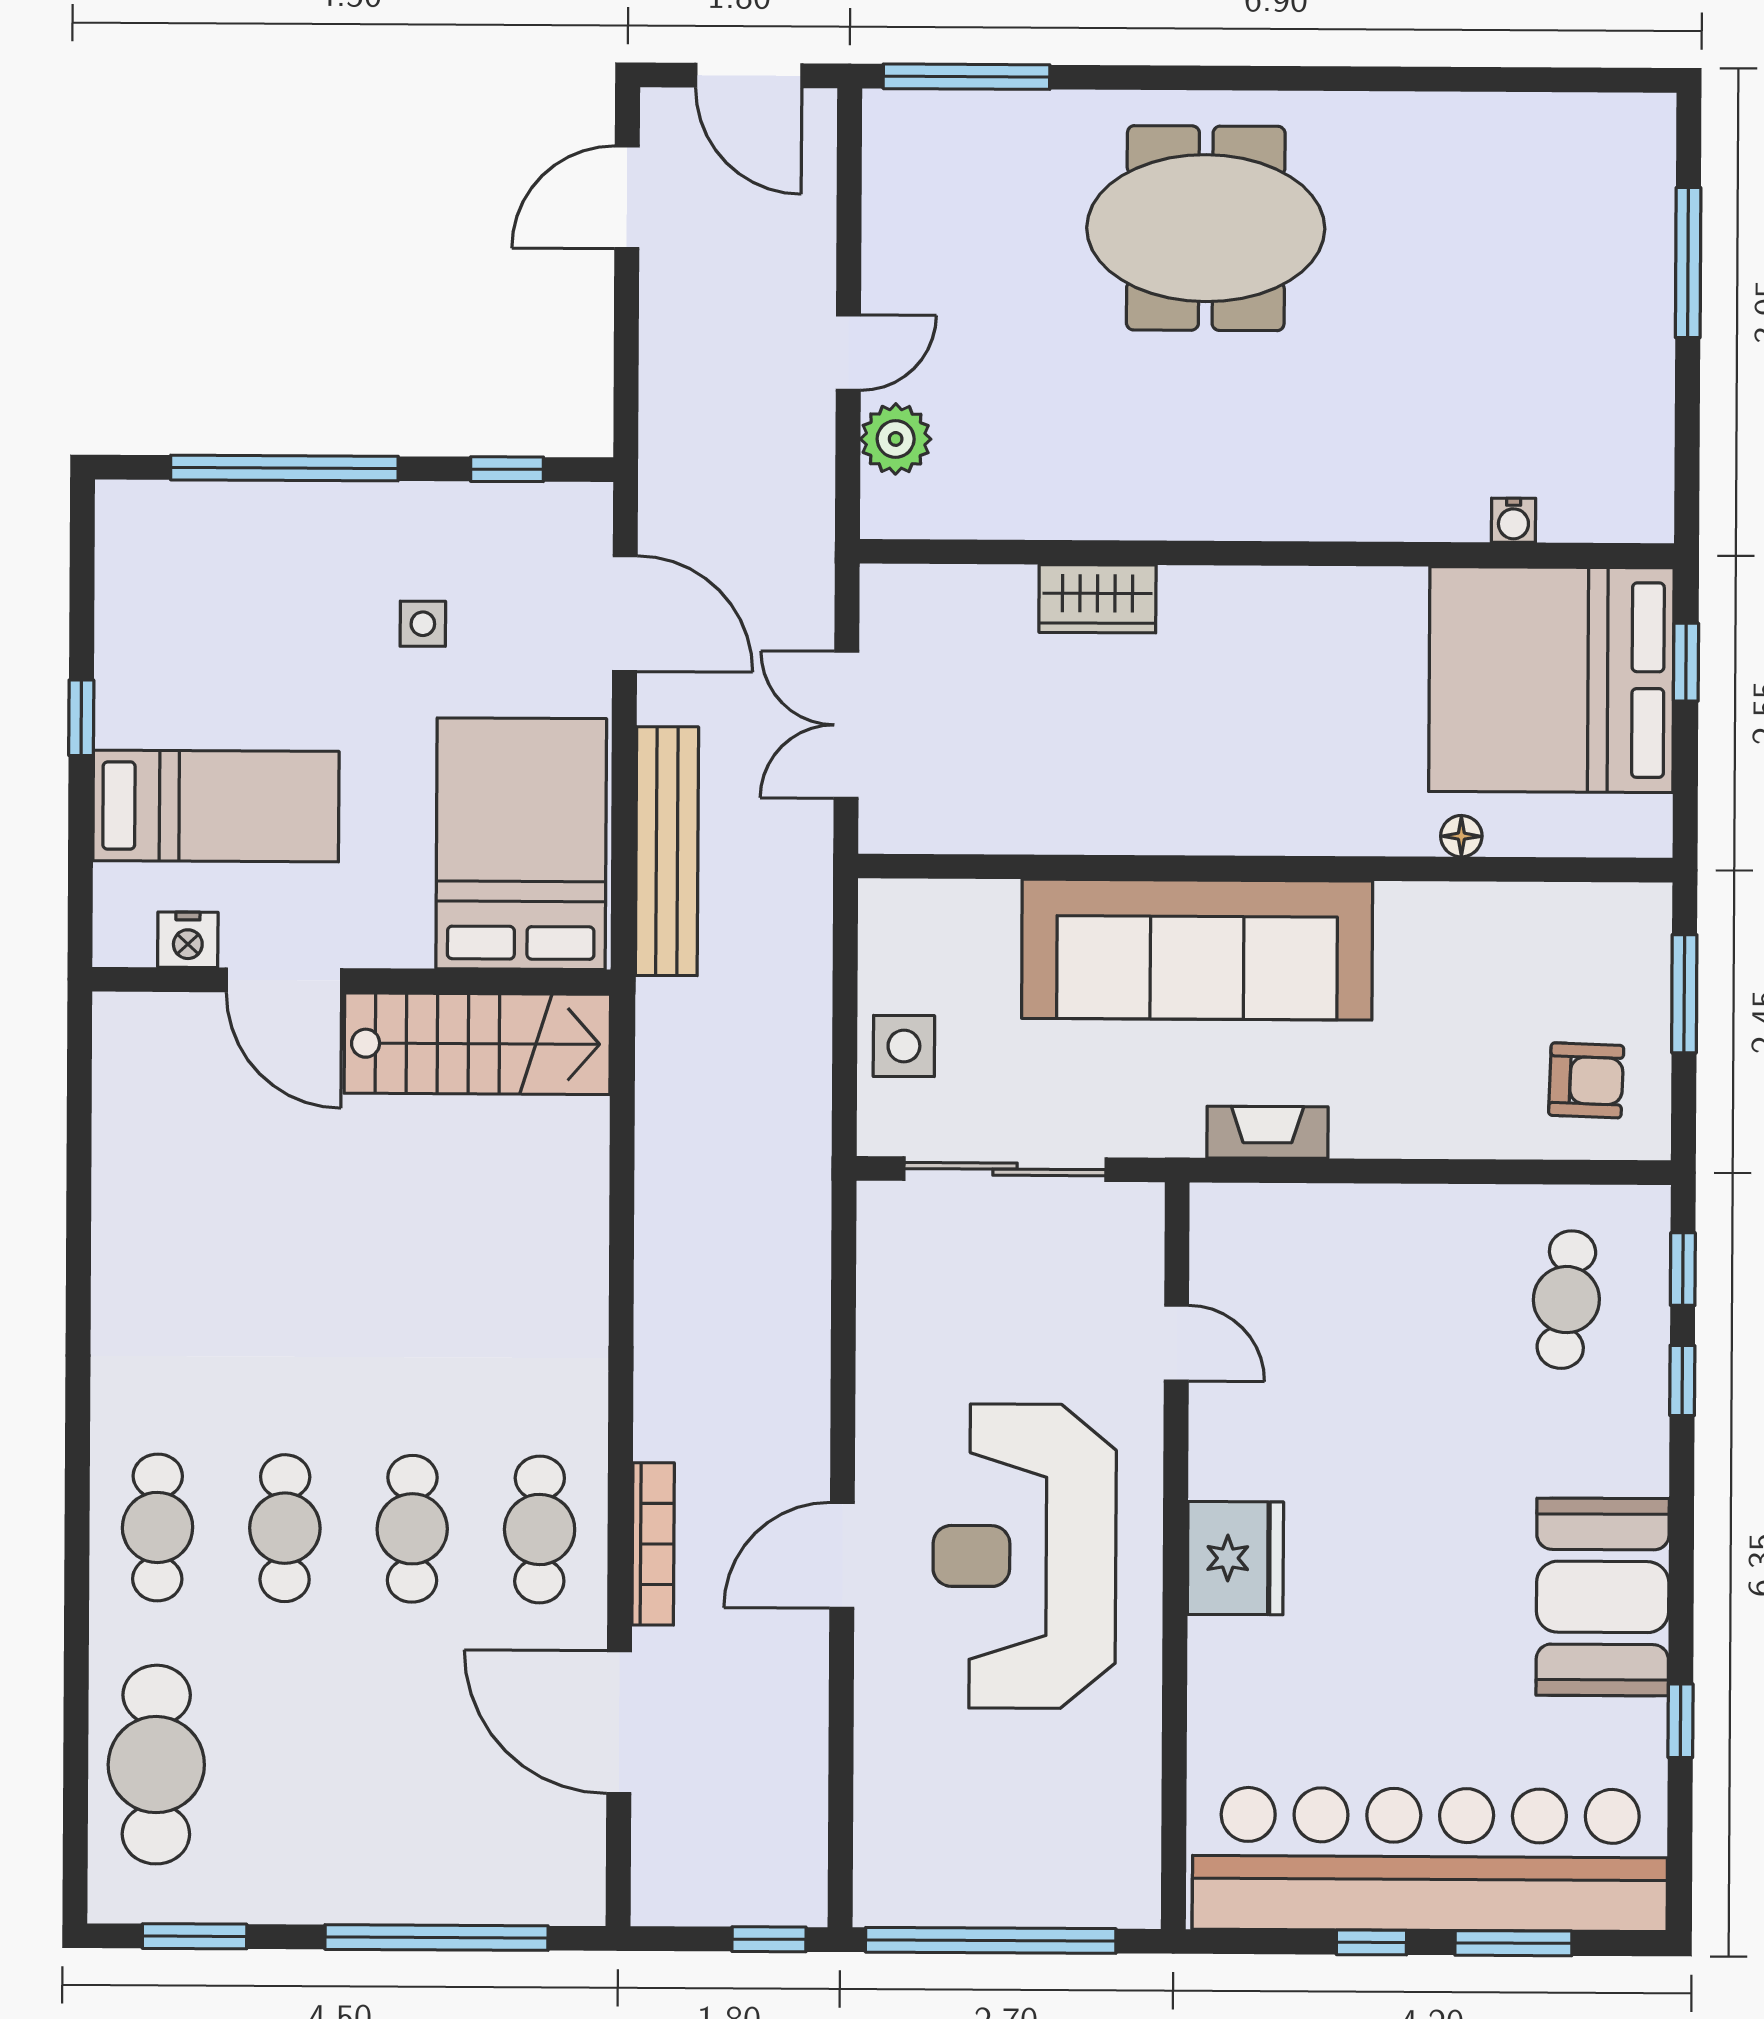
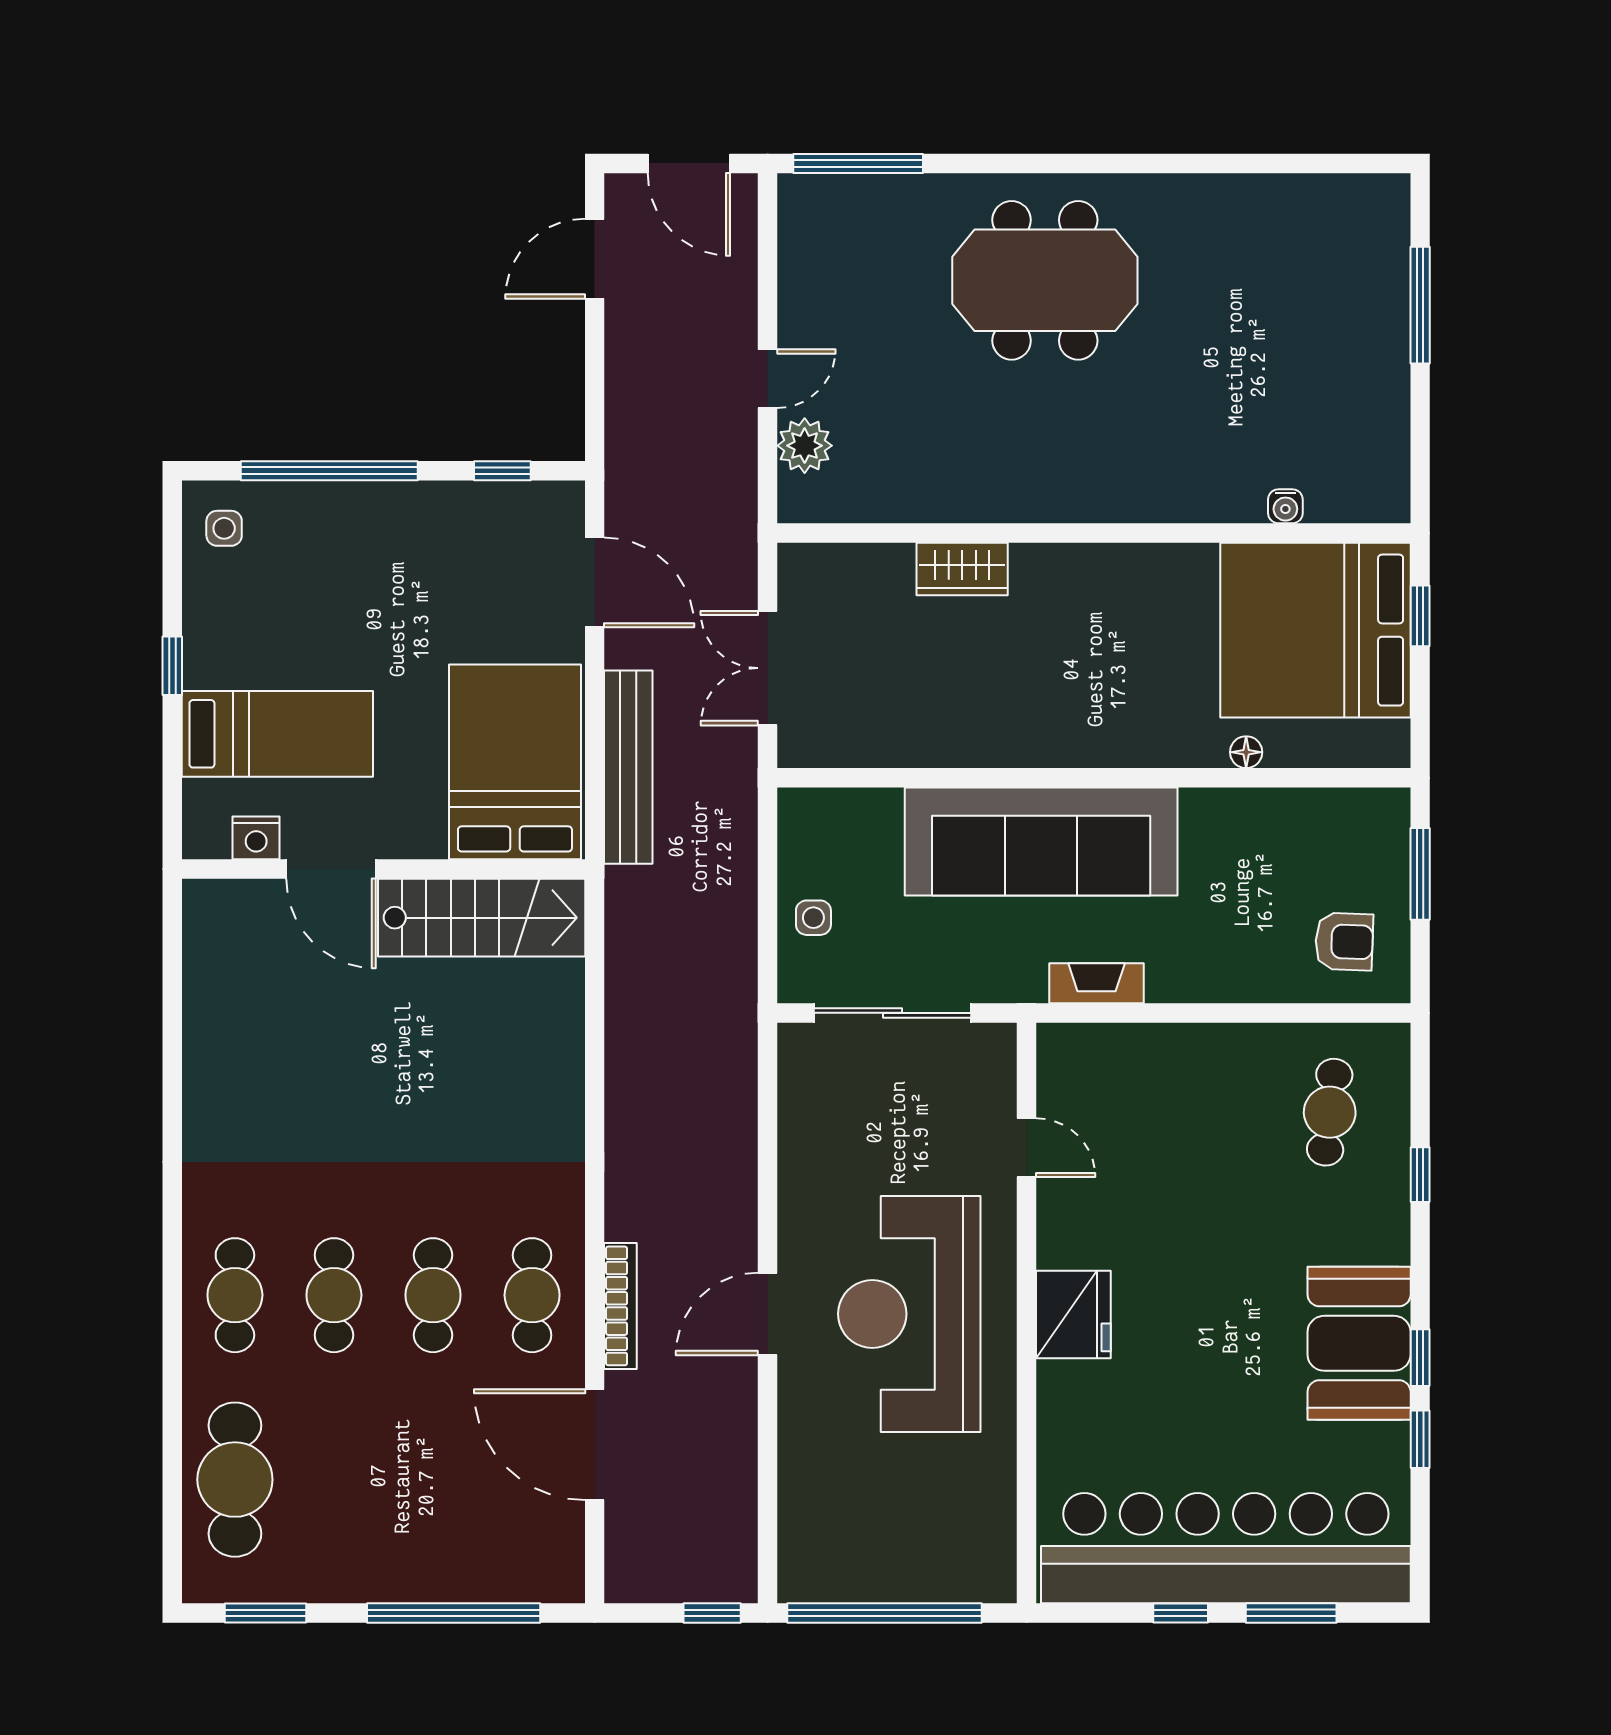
side table: (423, 624) -> (224, 528), moved
side table: (904, 1046) -> (813, 918), width x0.73, depth x0.73
window: (1683, 1269) -> (1420, 1358), moved

